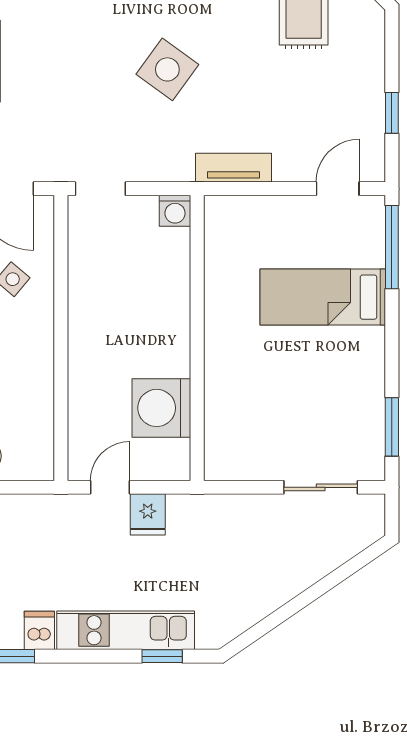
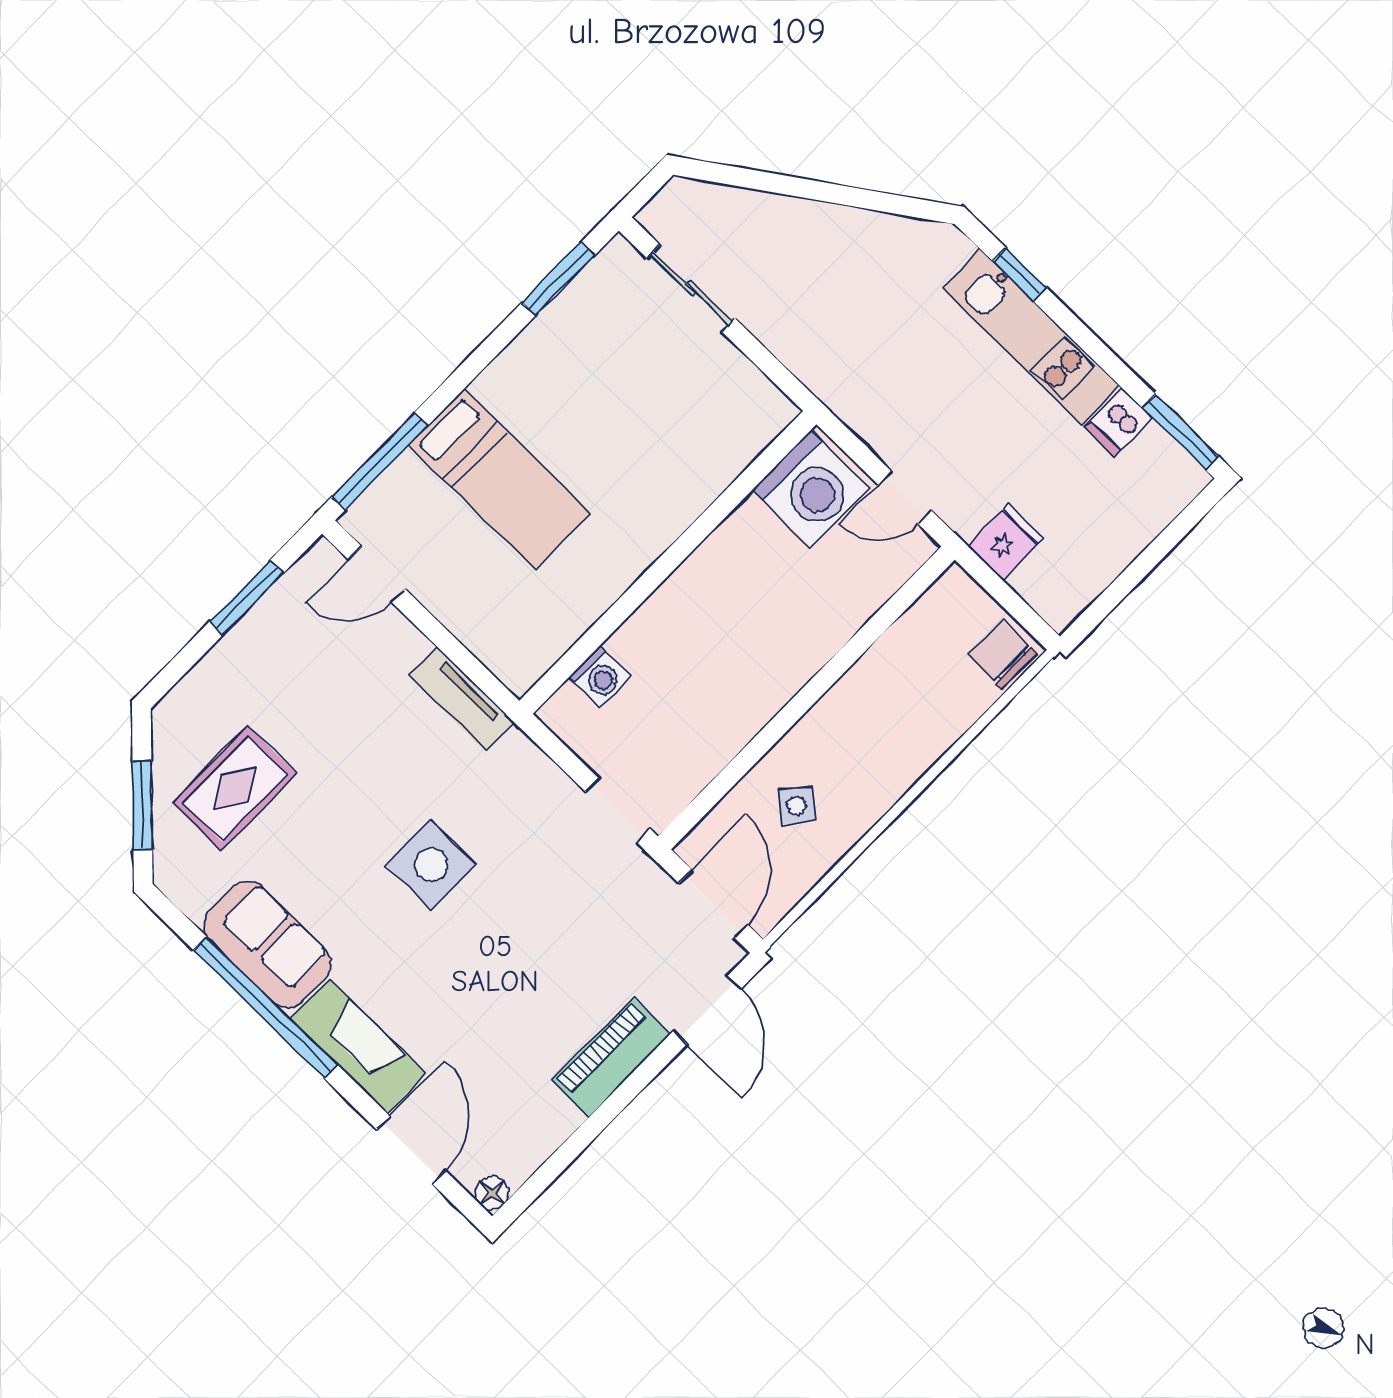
side table: (167, 69) -> (431, 865), turned -36
window: (392, 113) -> (246, 597), width x1.50
washing machine: (175, 211) -> (600, 677), moved, turned 90
washing machine: (161, 408) -> (811, 489), moved
fridge: (148, 514) -> (1006, 542), moved

